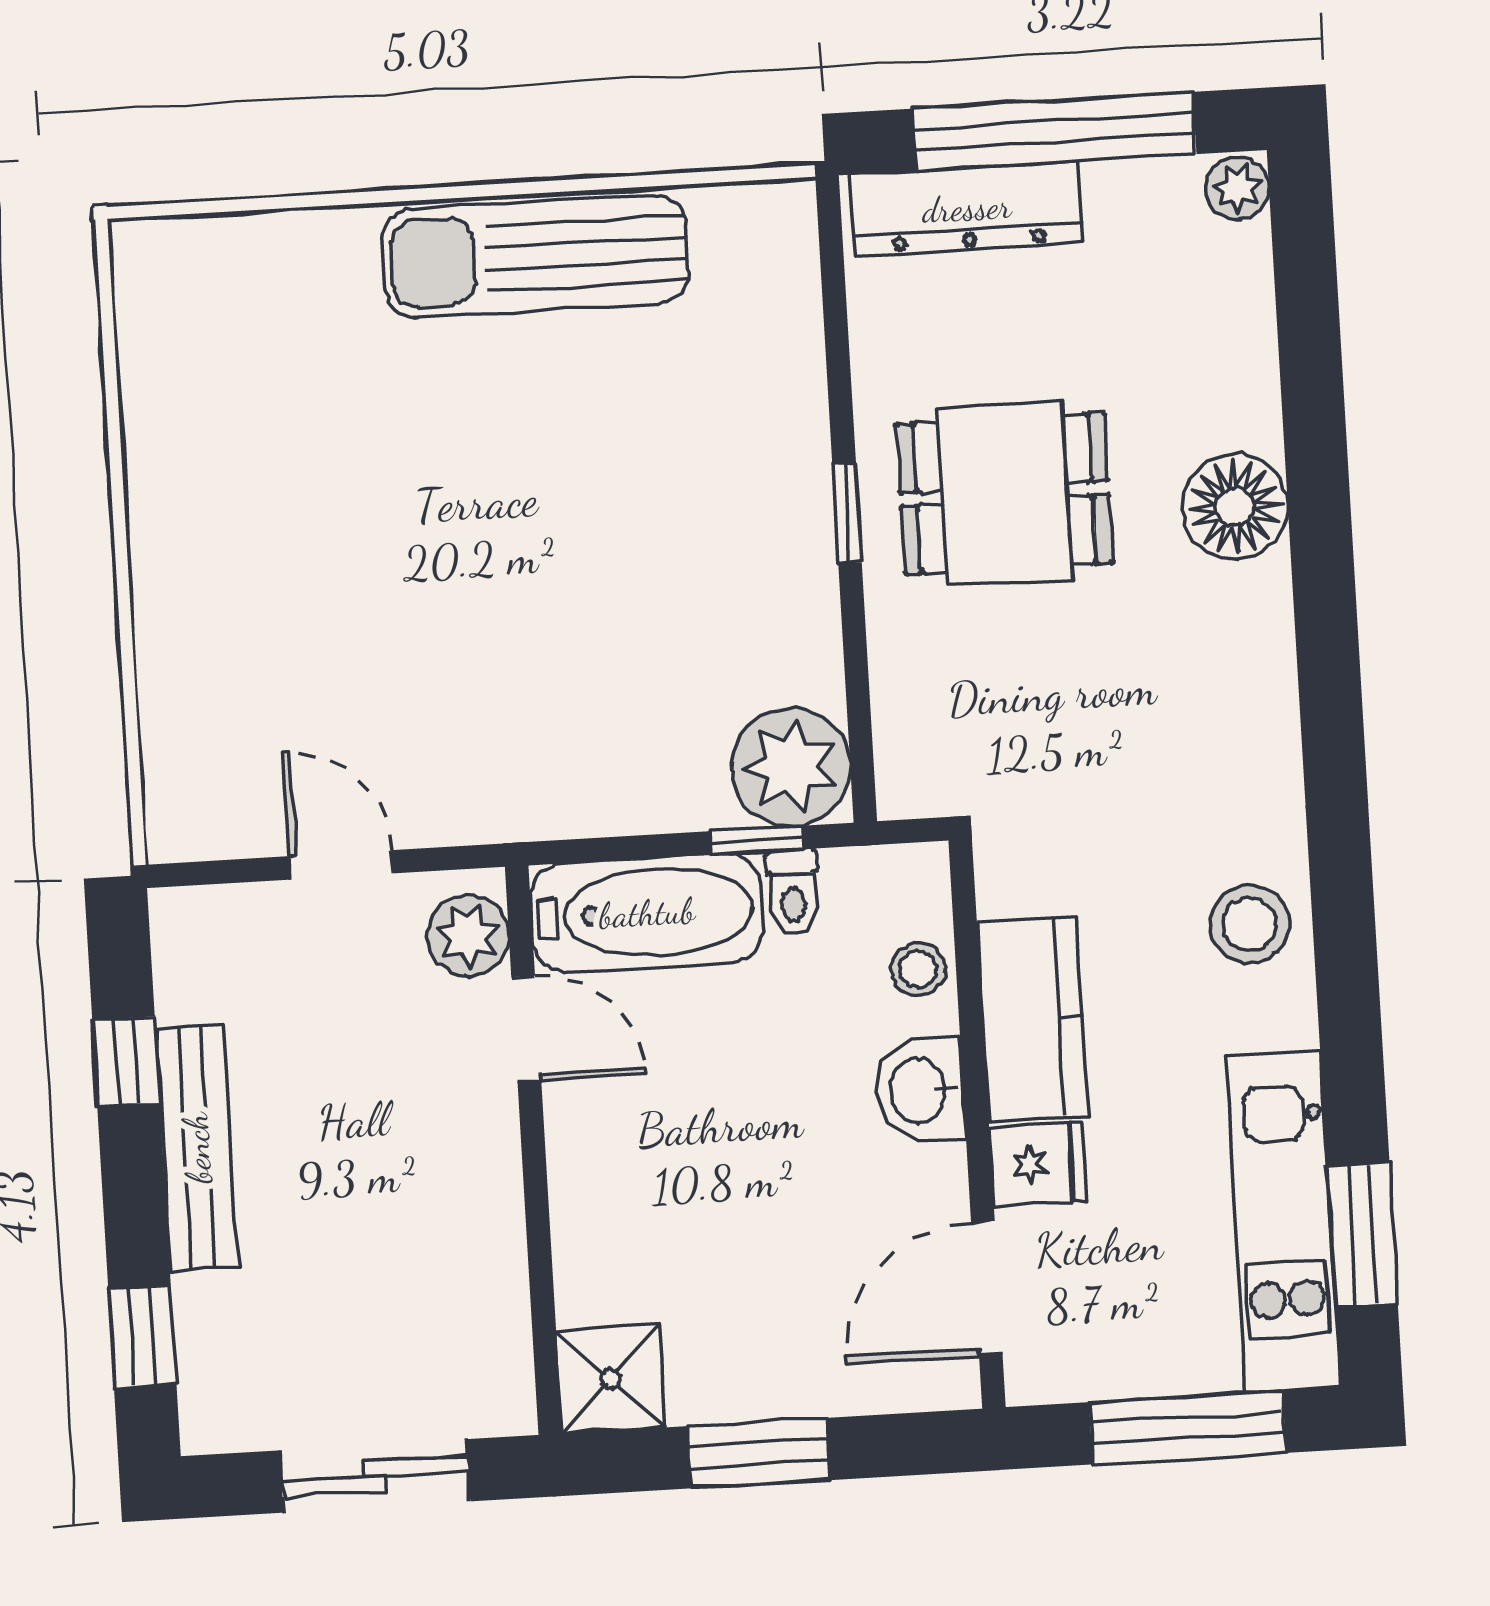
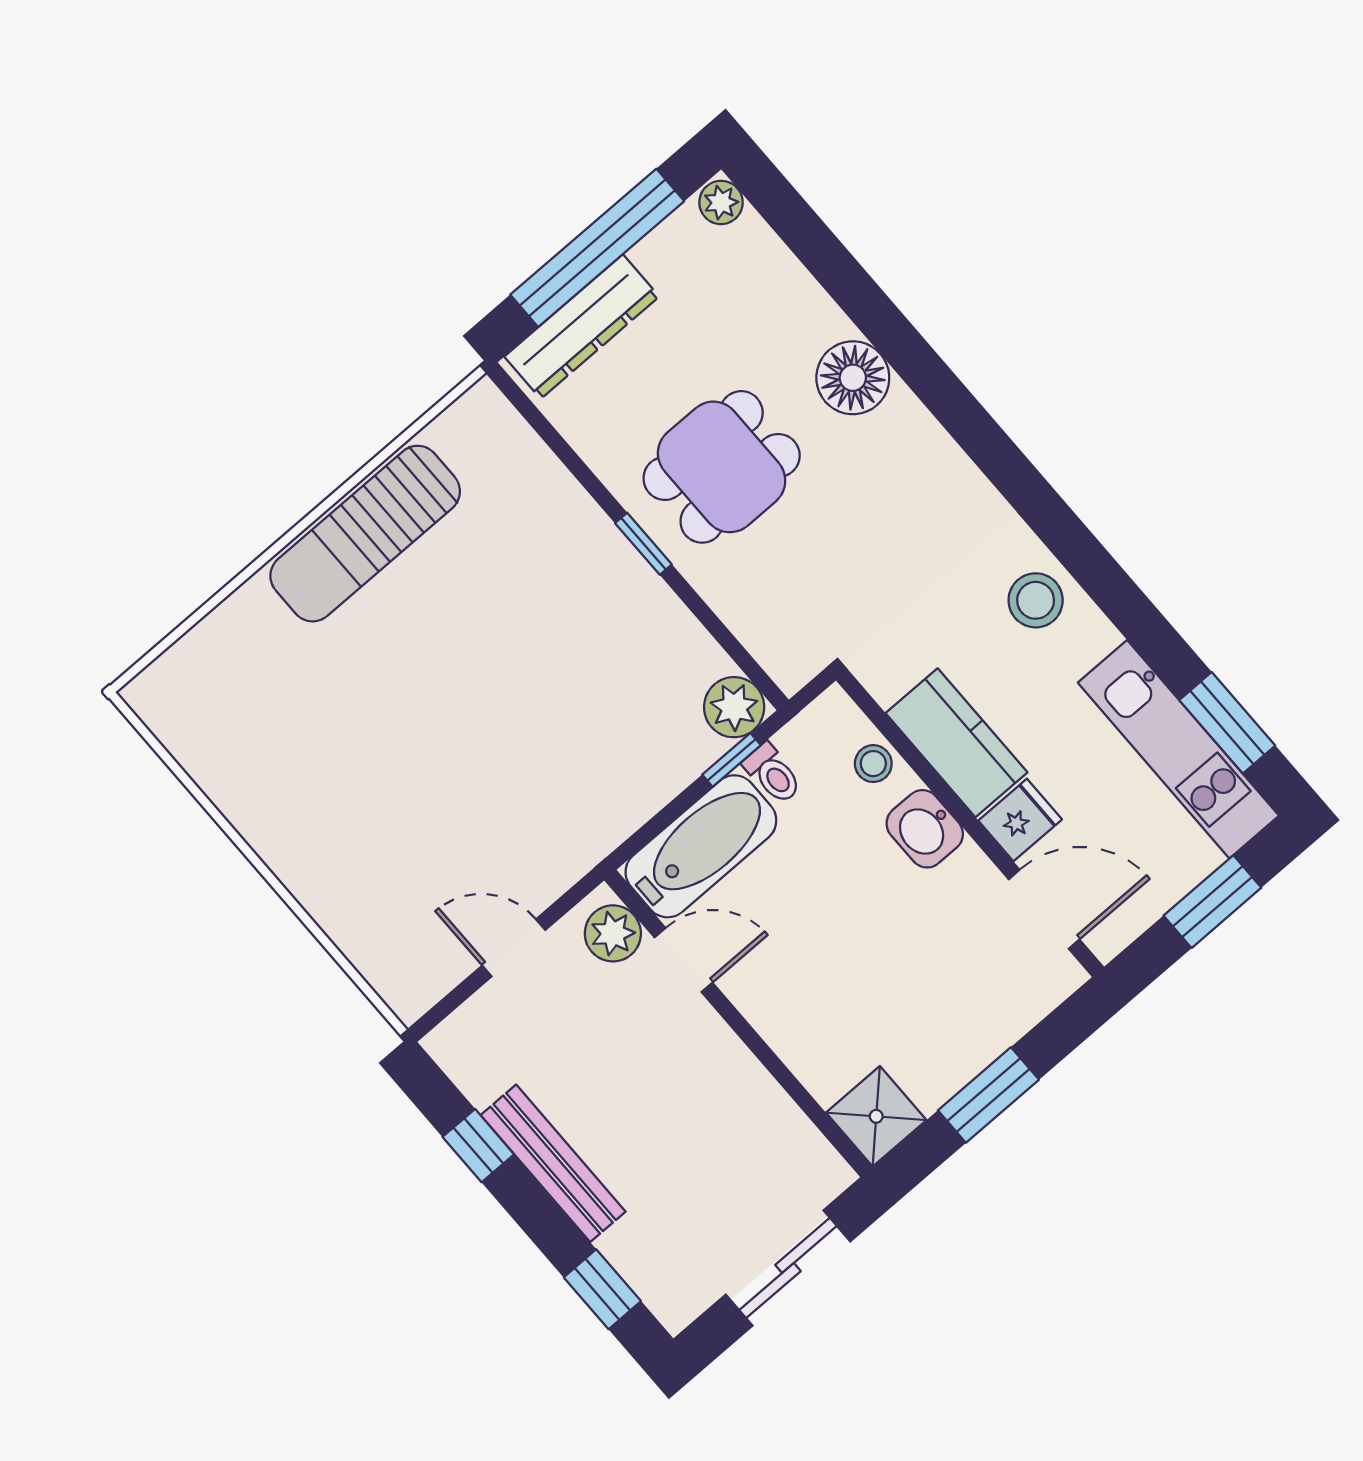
plant: (791, 767) -> (734, 707), width x0.73, depth x0.73
door: (987, 1288) -> (1044, 909), swing flipped
window: (1188, 1428) -> (1212, 902), width x0.69

